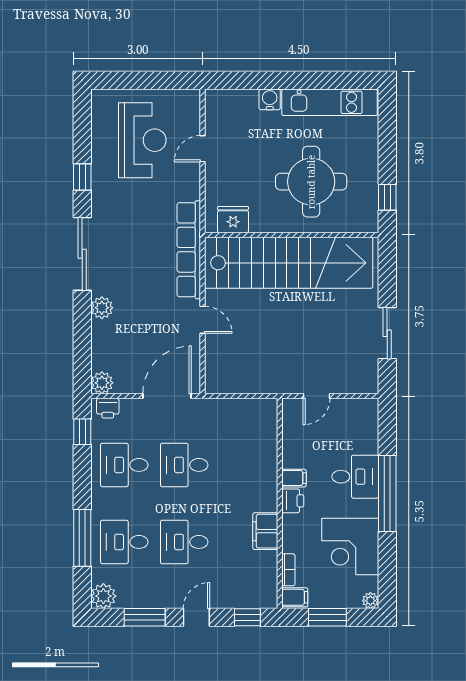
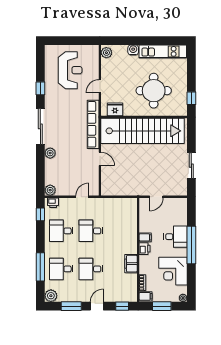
plant: (216, 105) -> (106, 53), added
door: (202, 149) -> (100, 86), moved
door: (167, 396) -> (82, 197), width x0.53

